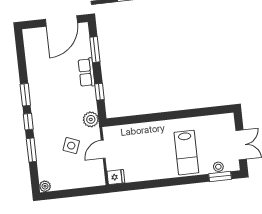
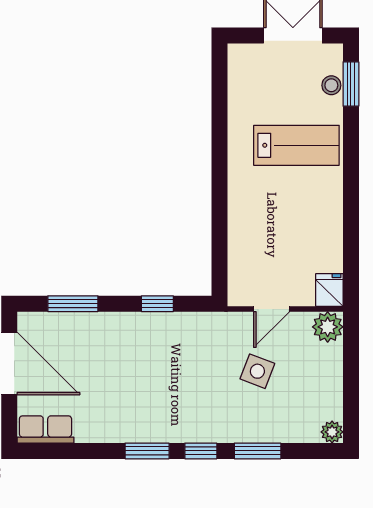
row of seats: (87, 72) -> (45, 429), moved, turned 180
plant: (91, 119) -> (328, 327), moved
door: (103, 149) -> (272, 309), hinge flipped

